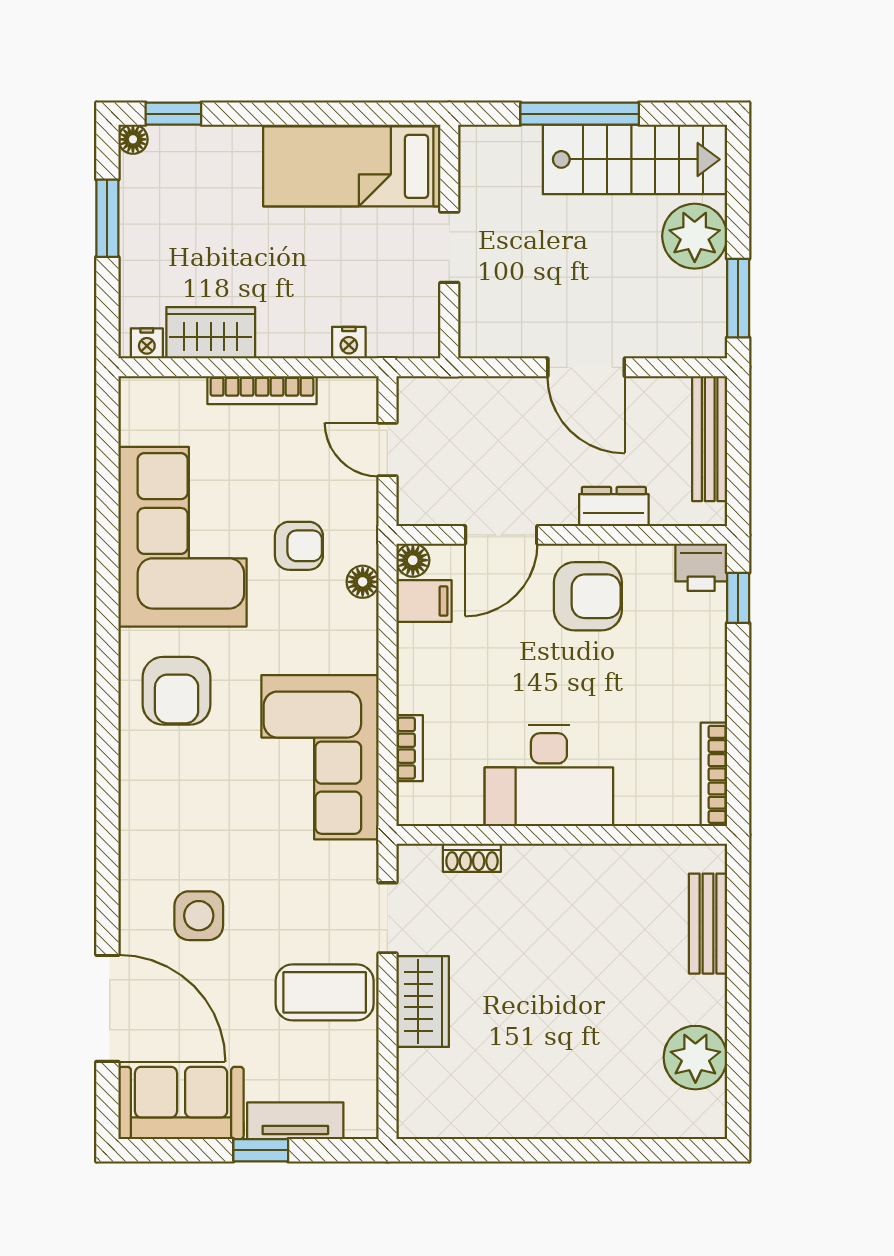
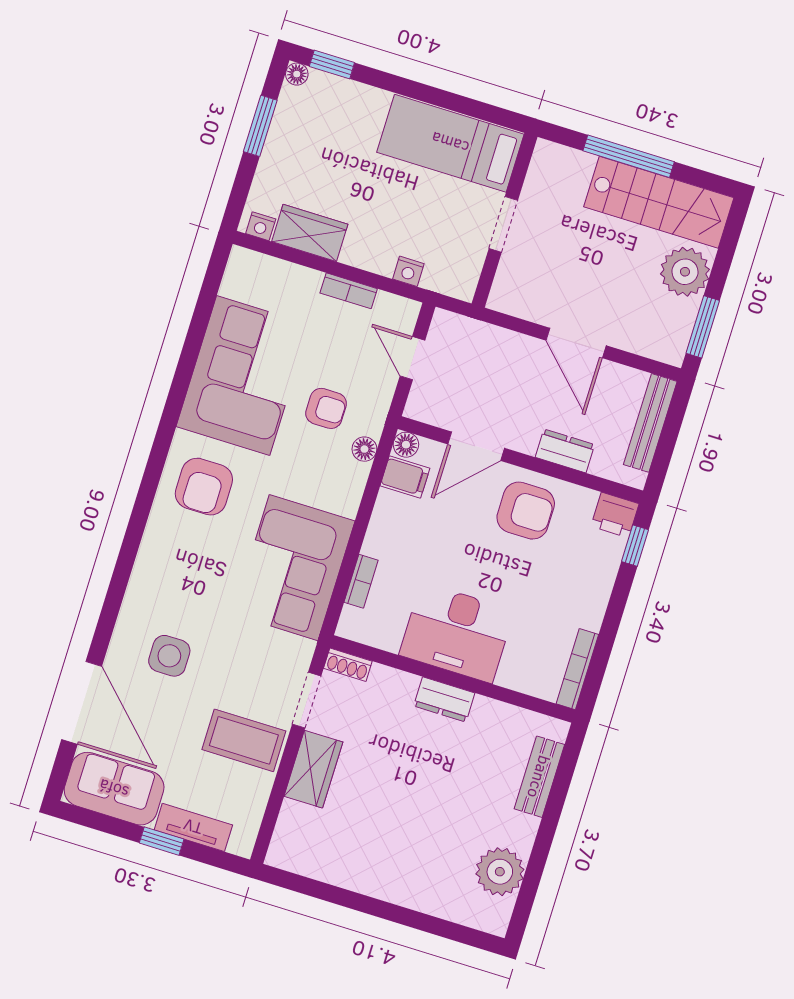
bookcase: (262, 390) -> (349, 291), width x0.64
shoe rack: (472, 858) -> (348, 665), moved
dresser: (559, 864) -> (444, 699), added

